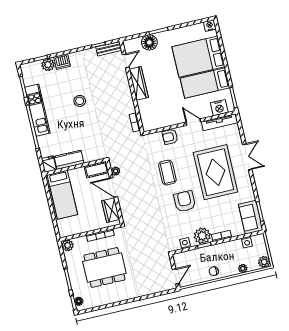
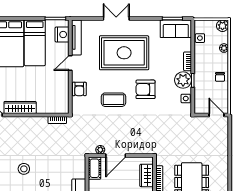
wardrobe: (111, 210) -> (147, 175), moved, turned 90

